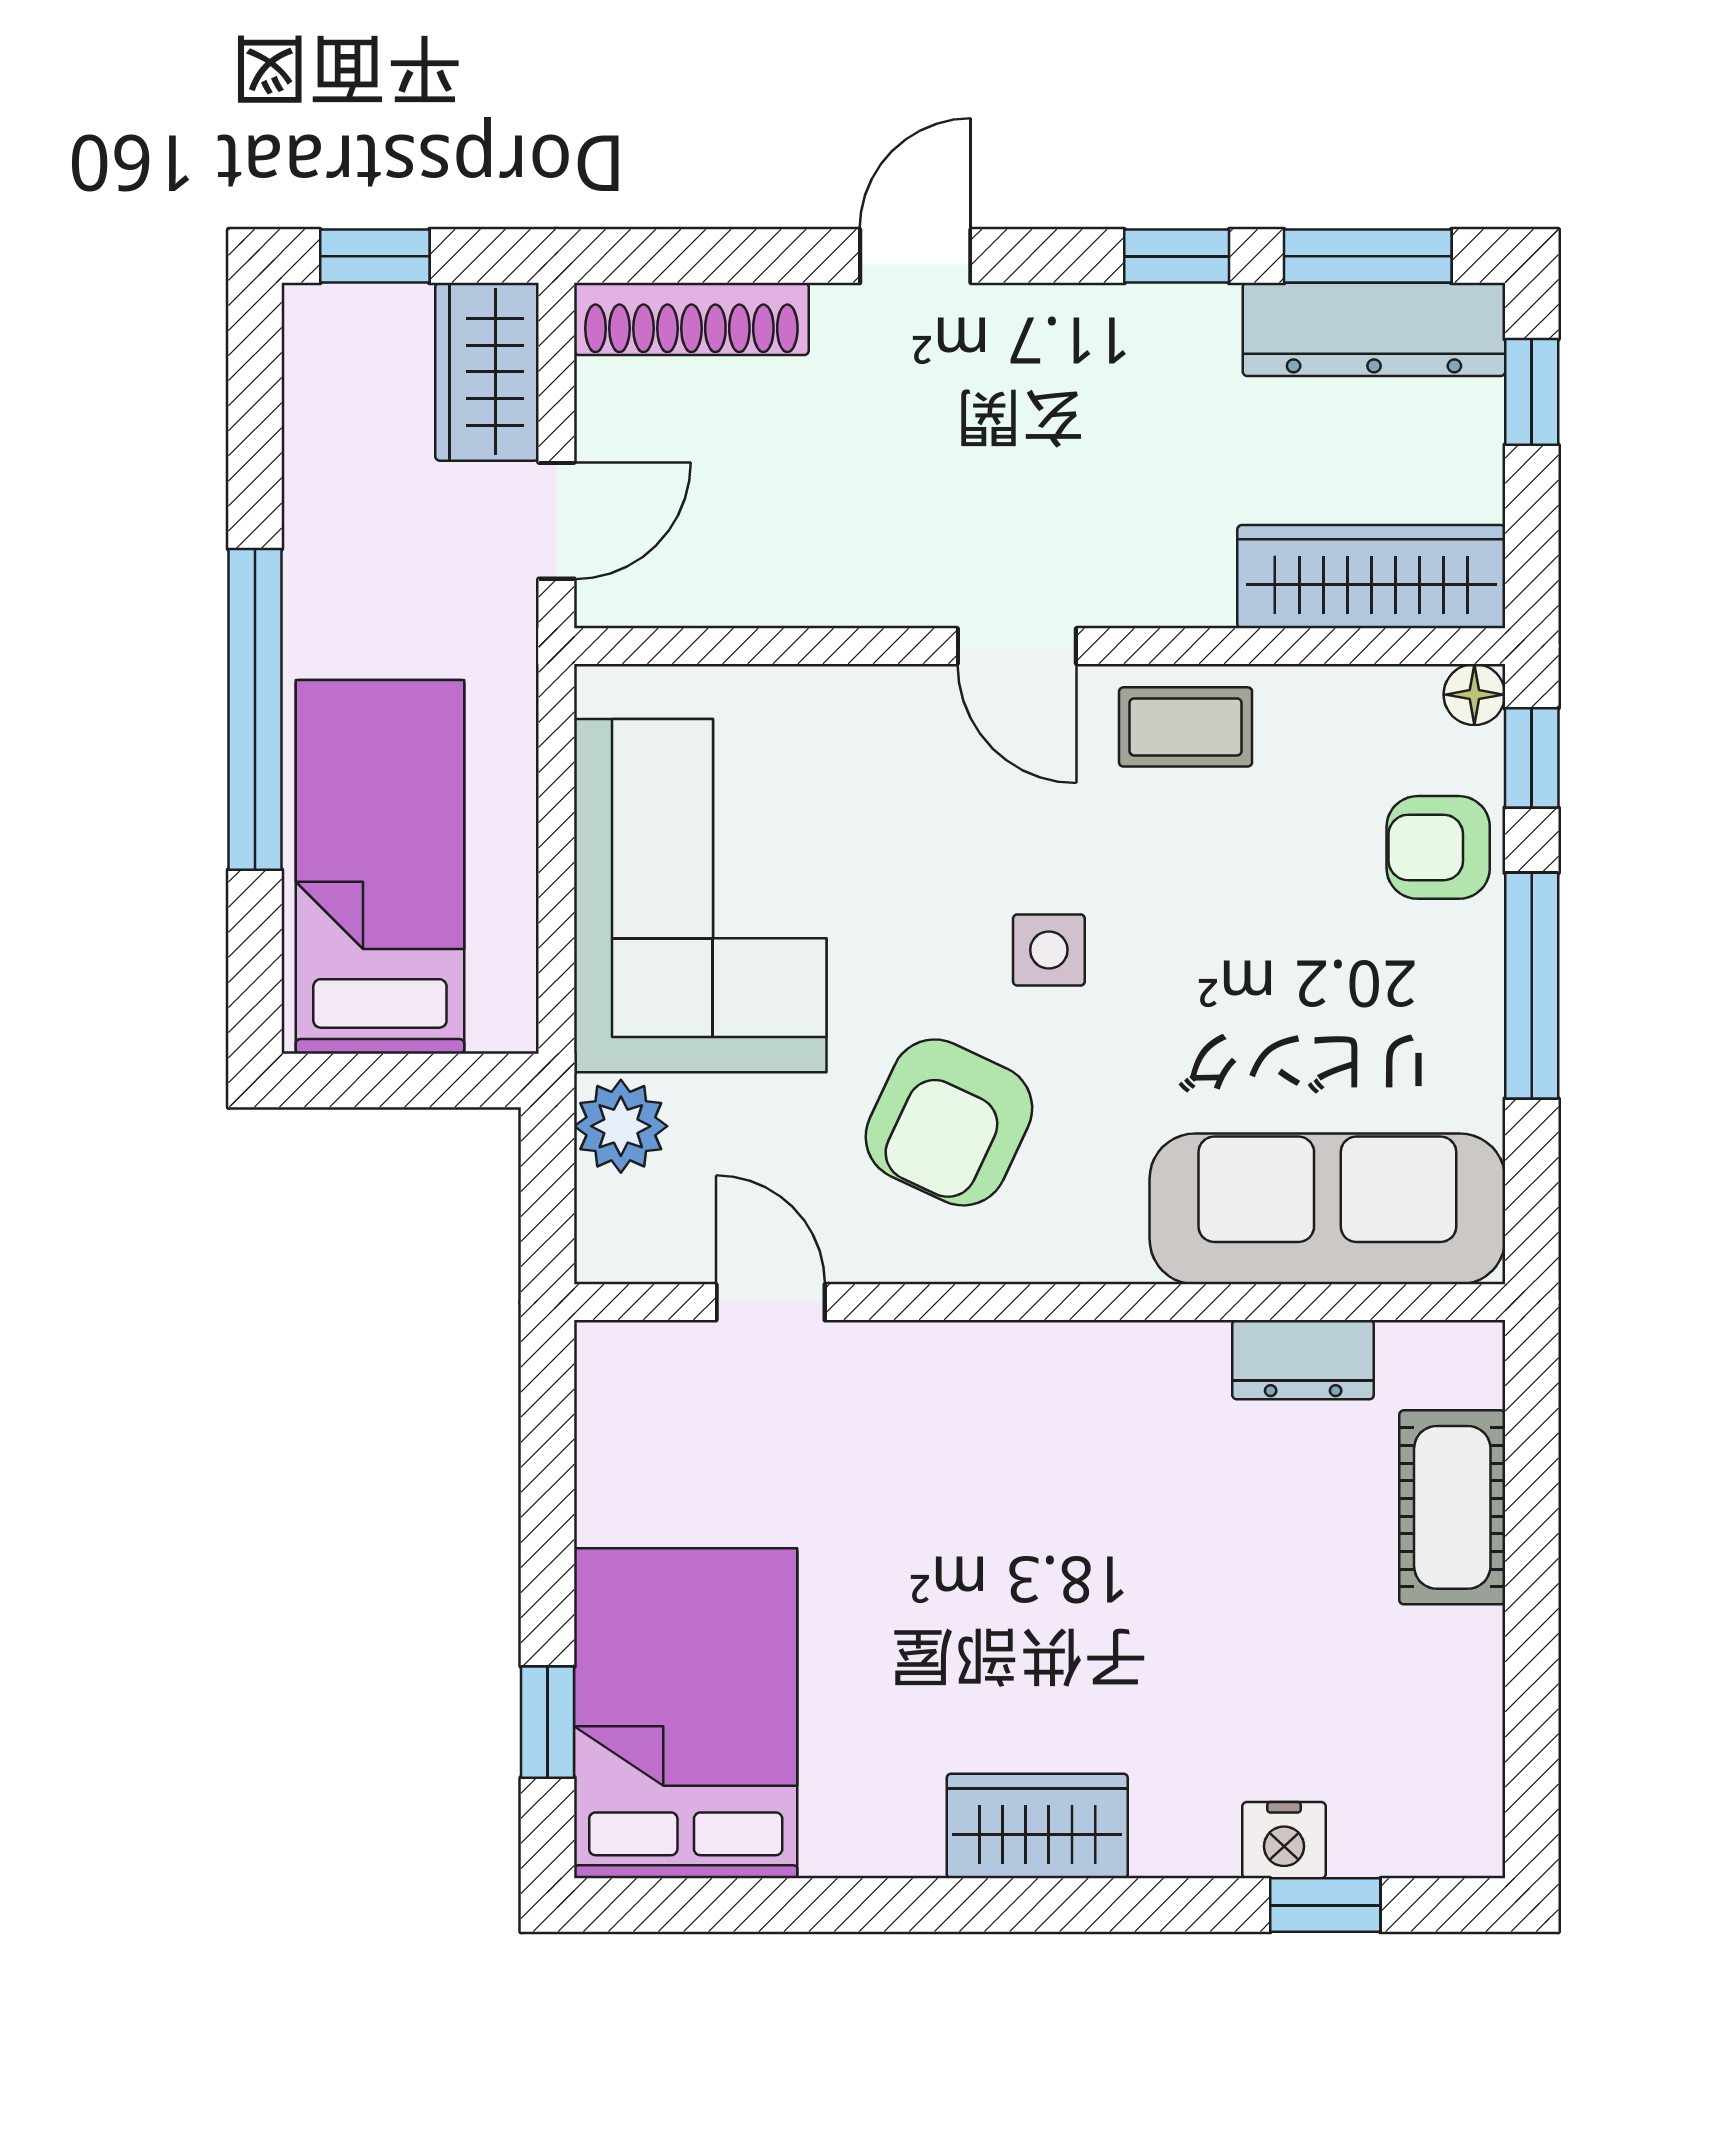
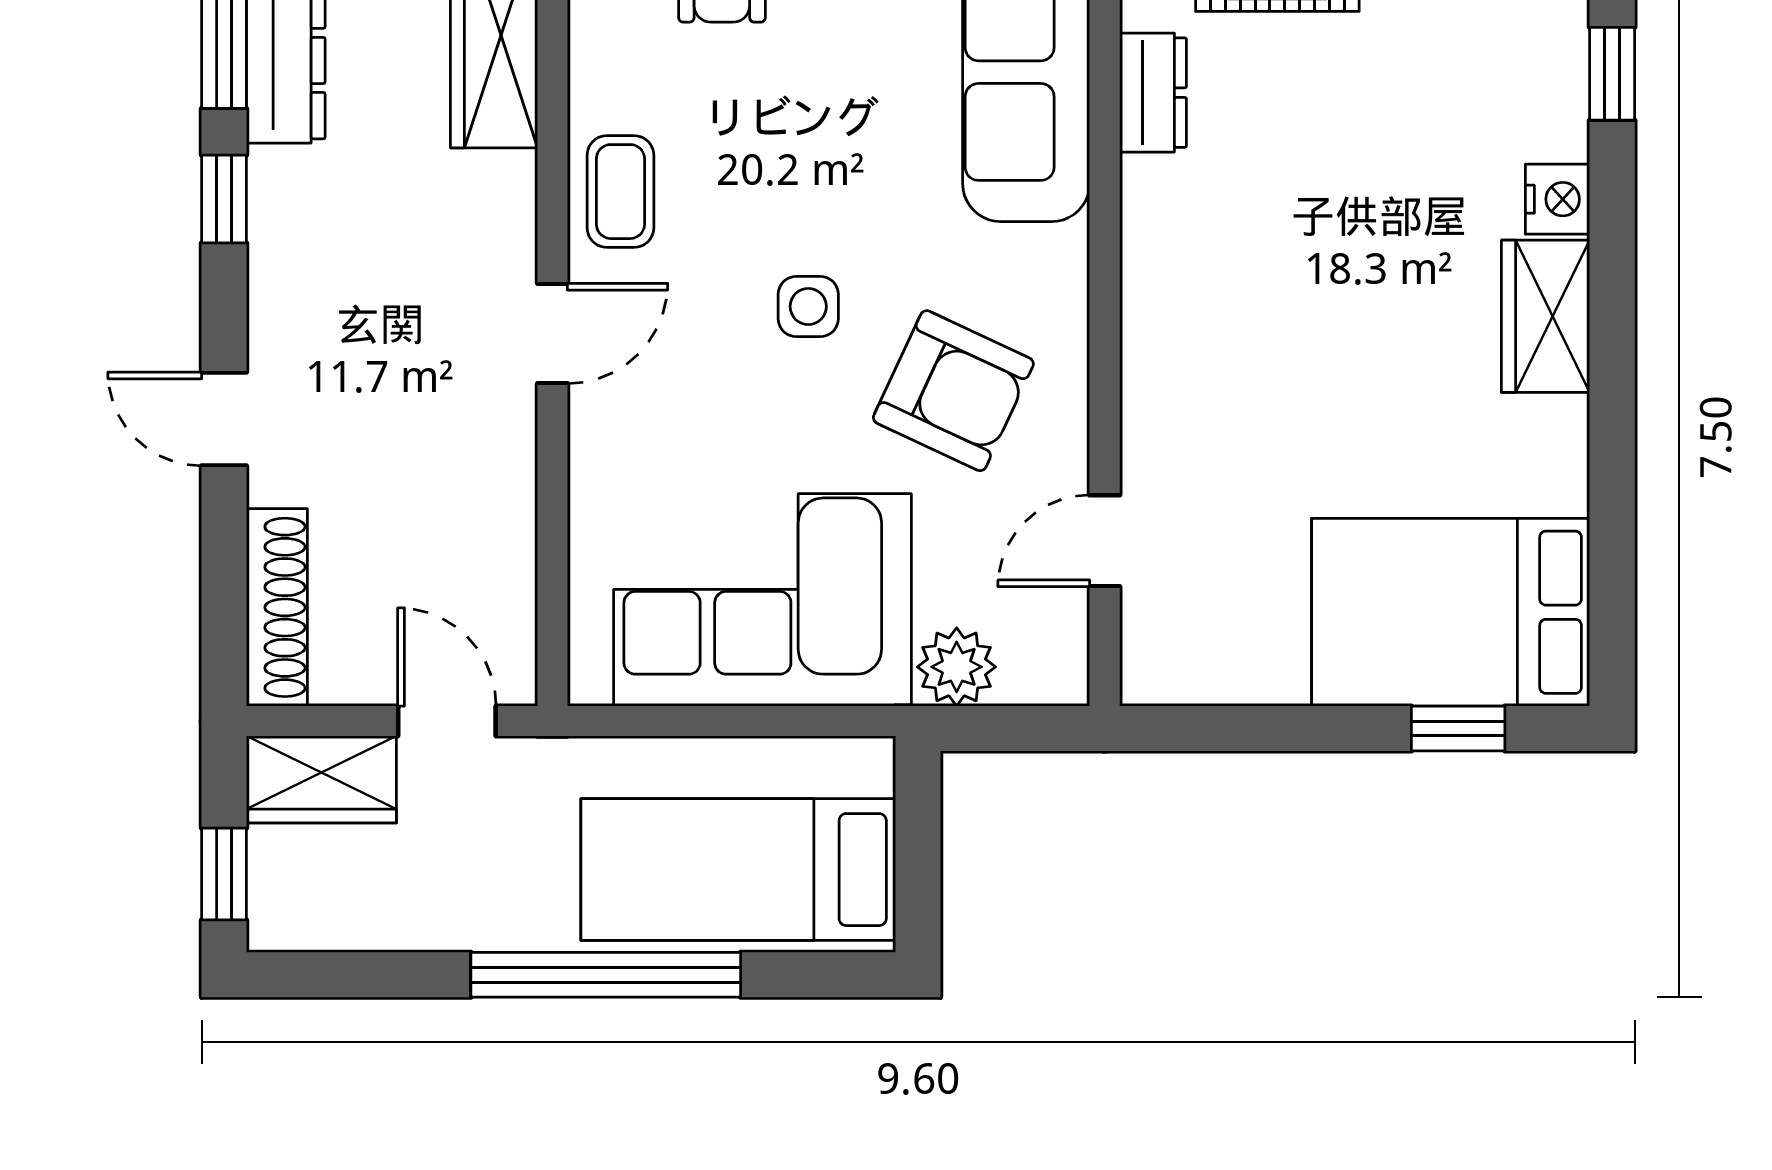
nightstand: (1284, 1840) -> (1558, 199), moved

